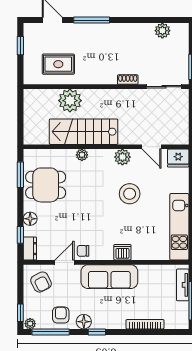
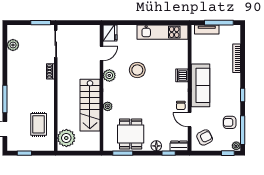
plant: (70, 101) -> (66, 138), moved
floor lamp: (84, 322) -> (235, 105), removed

